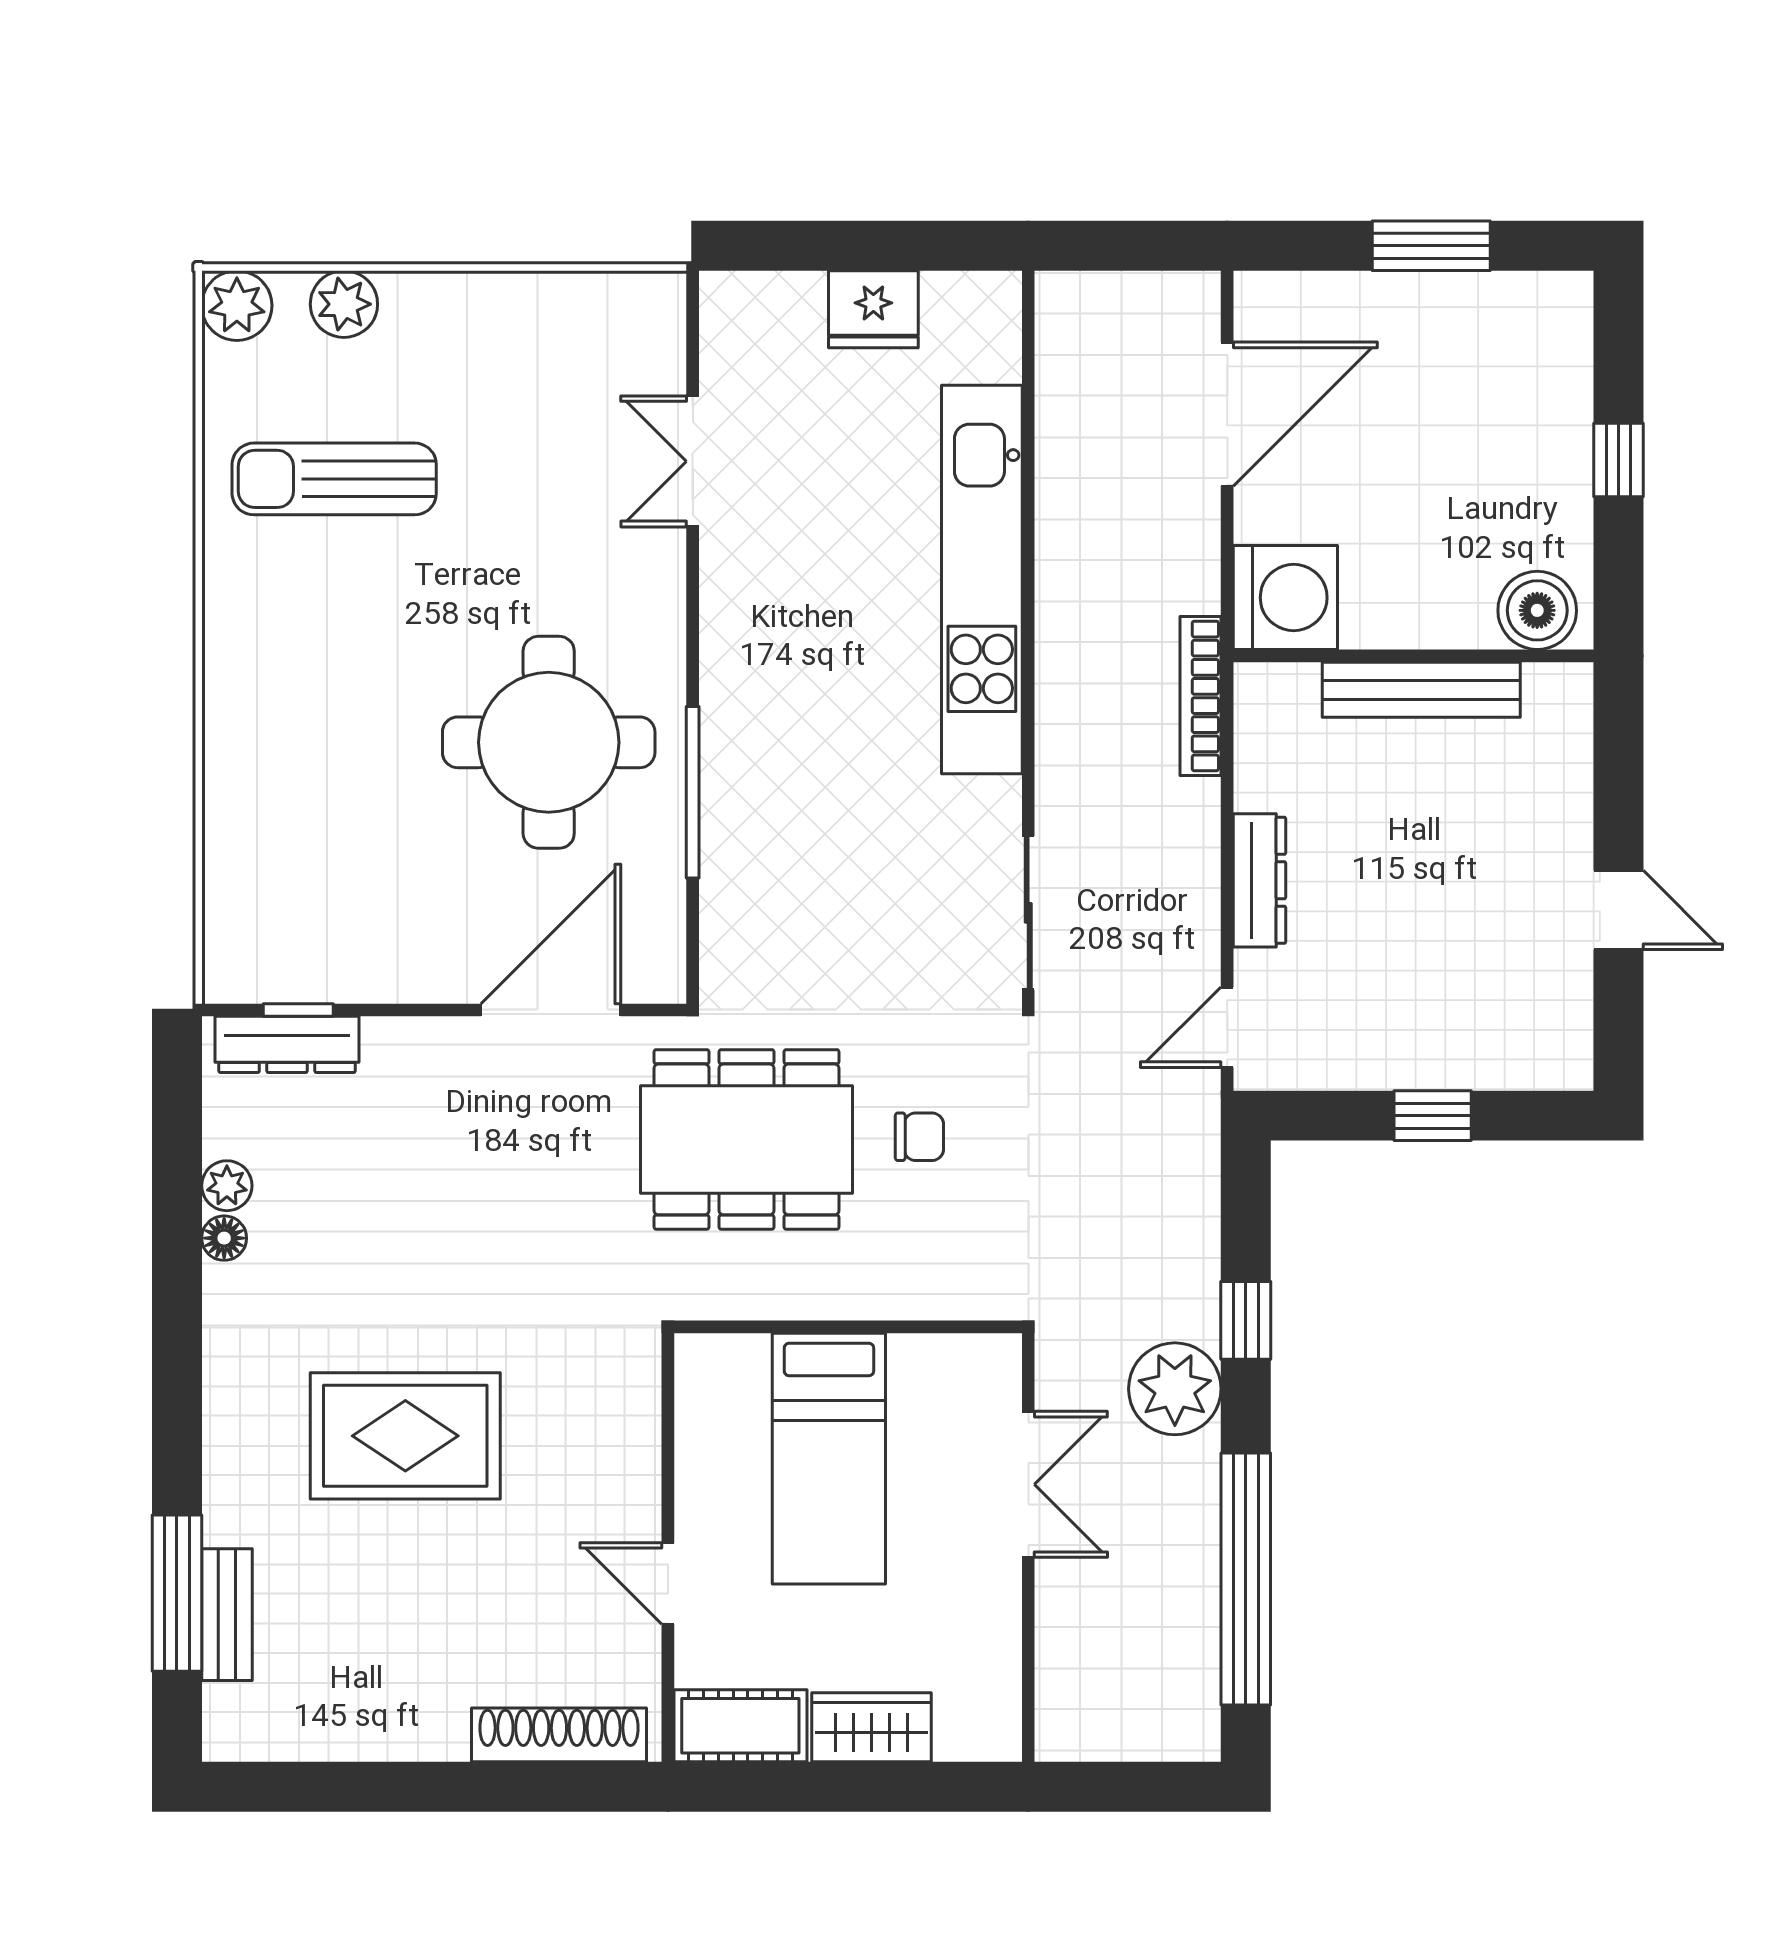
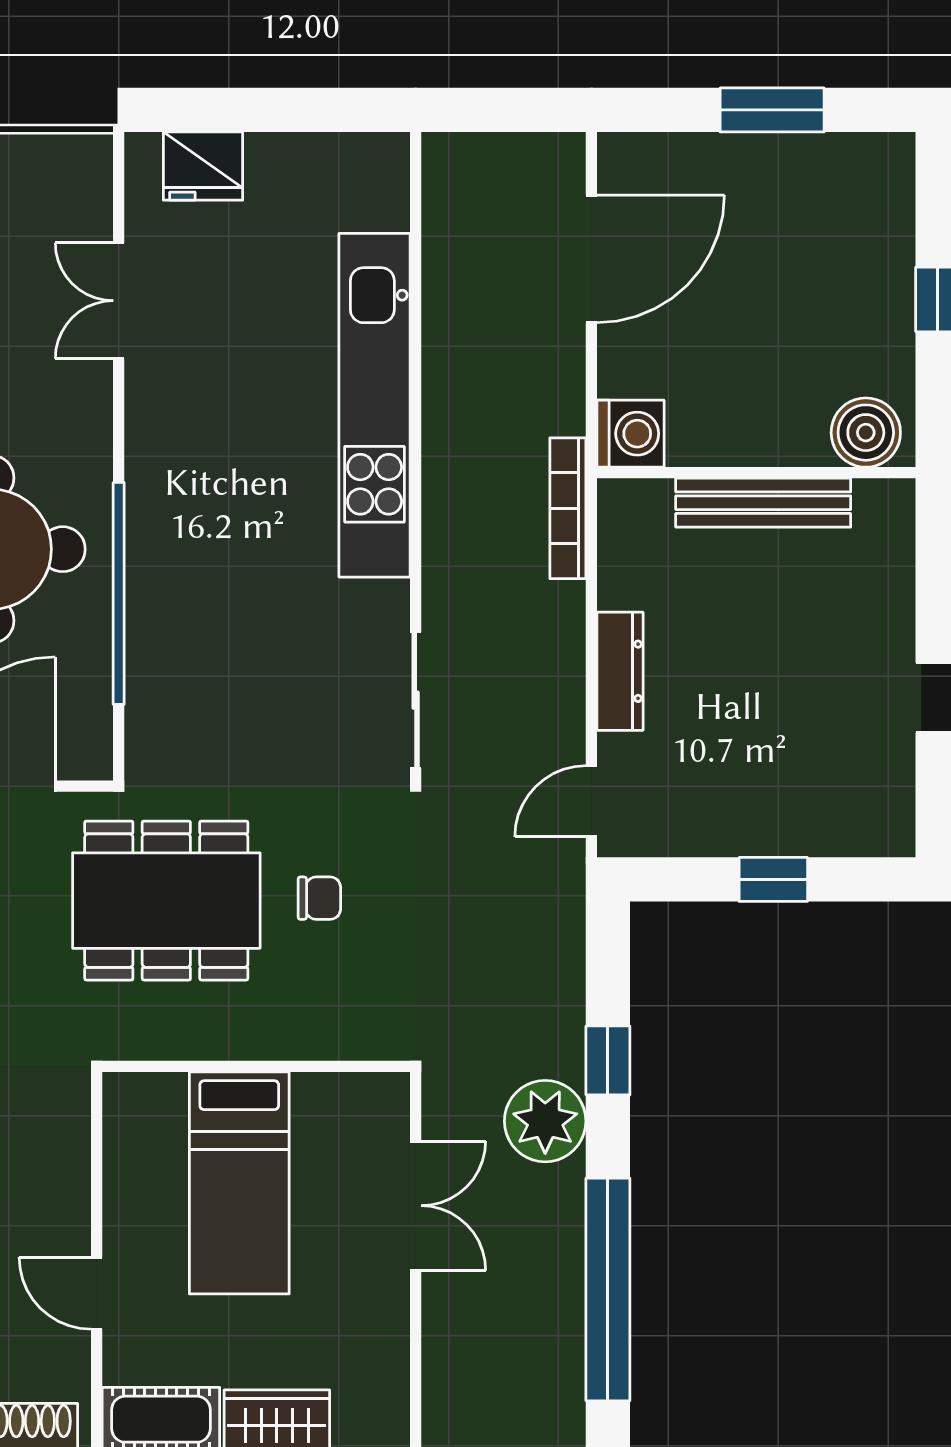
fridge: (873, 309) -> (203, 166), moved
washing machine: (1285, 598) -> (631, 434), width x0.73, depth x0.73
window: (693, 792) -> (119, 593), width x1.46

